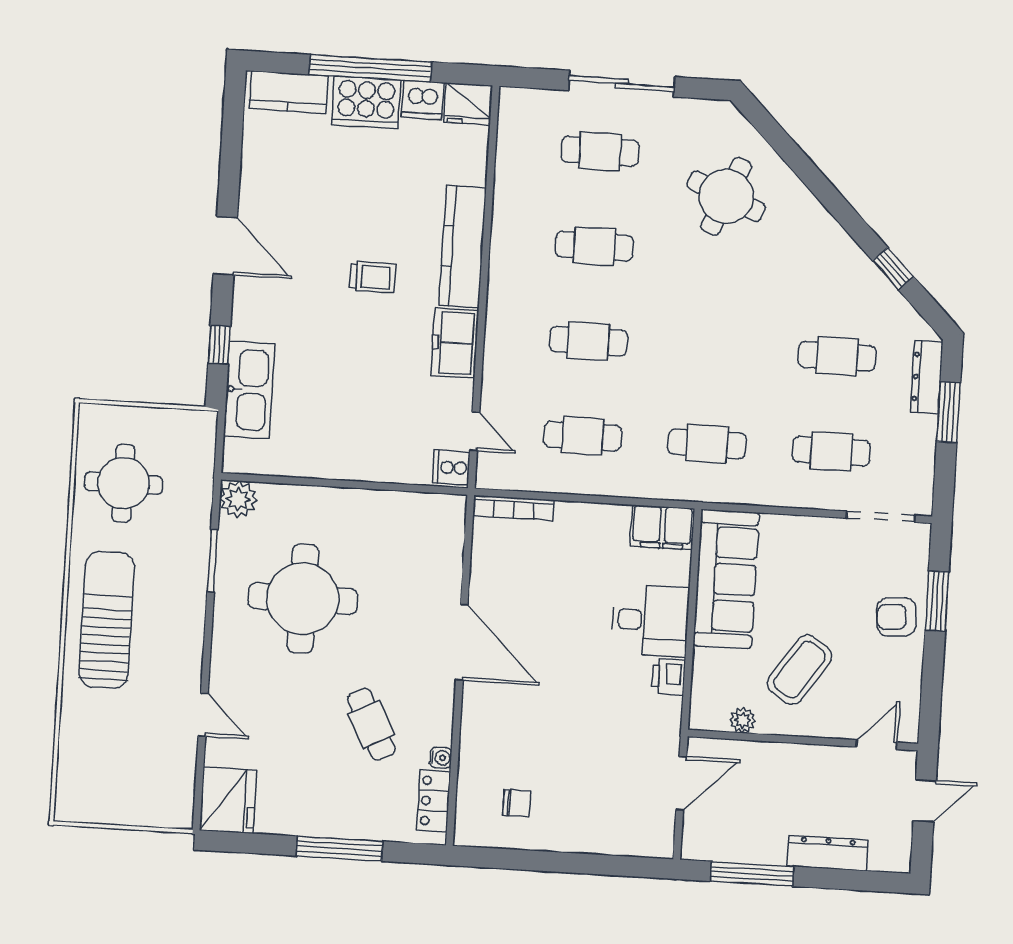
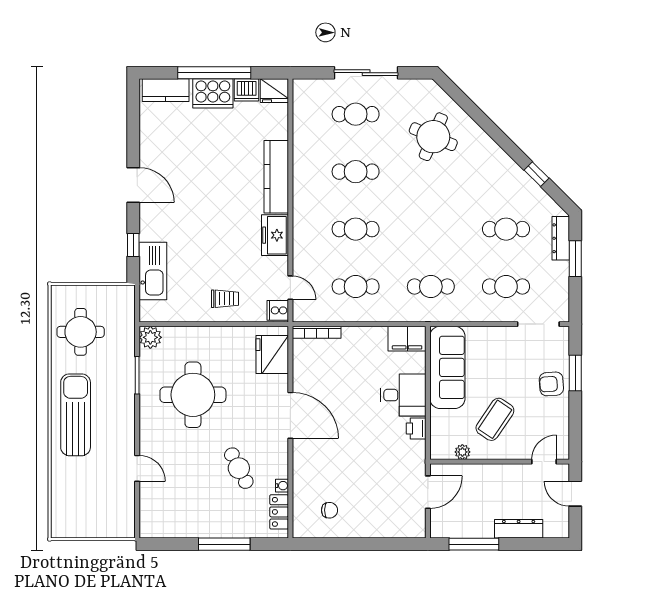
trolley: (373, 277) -> (225, 299), moved
fridge: (228, 800) -> (272, 355), moved, turned 180
door: (925, 801) -> (575, 494), swing flipped

